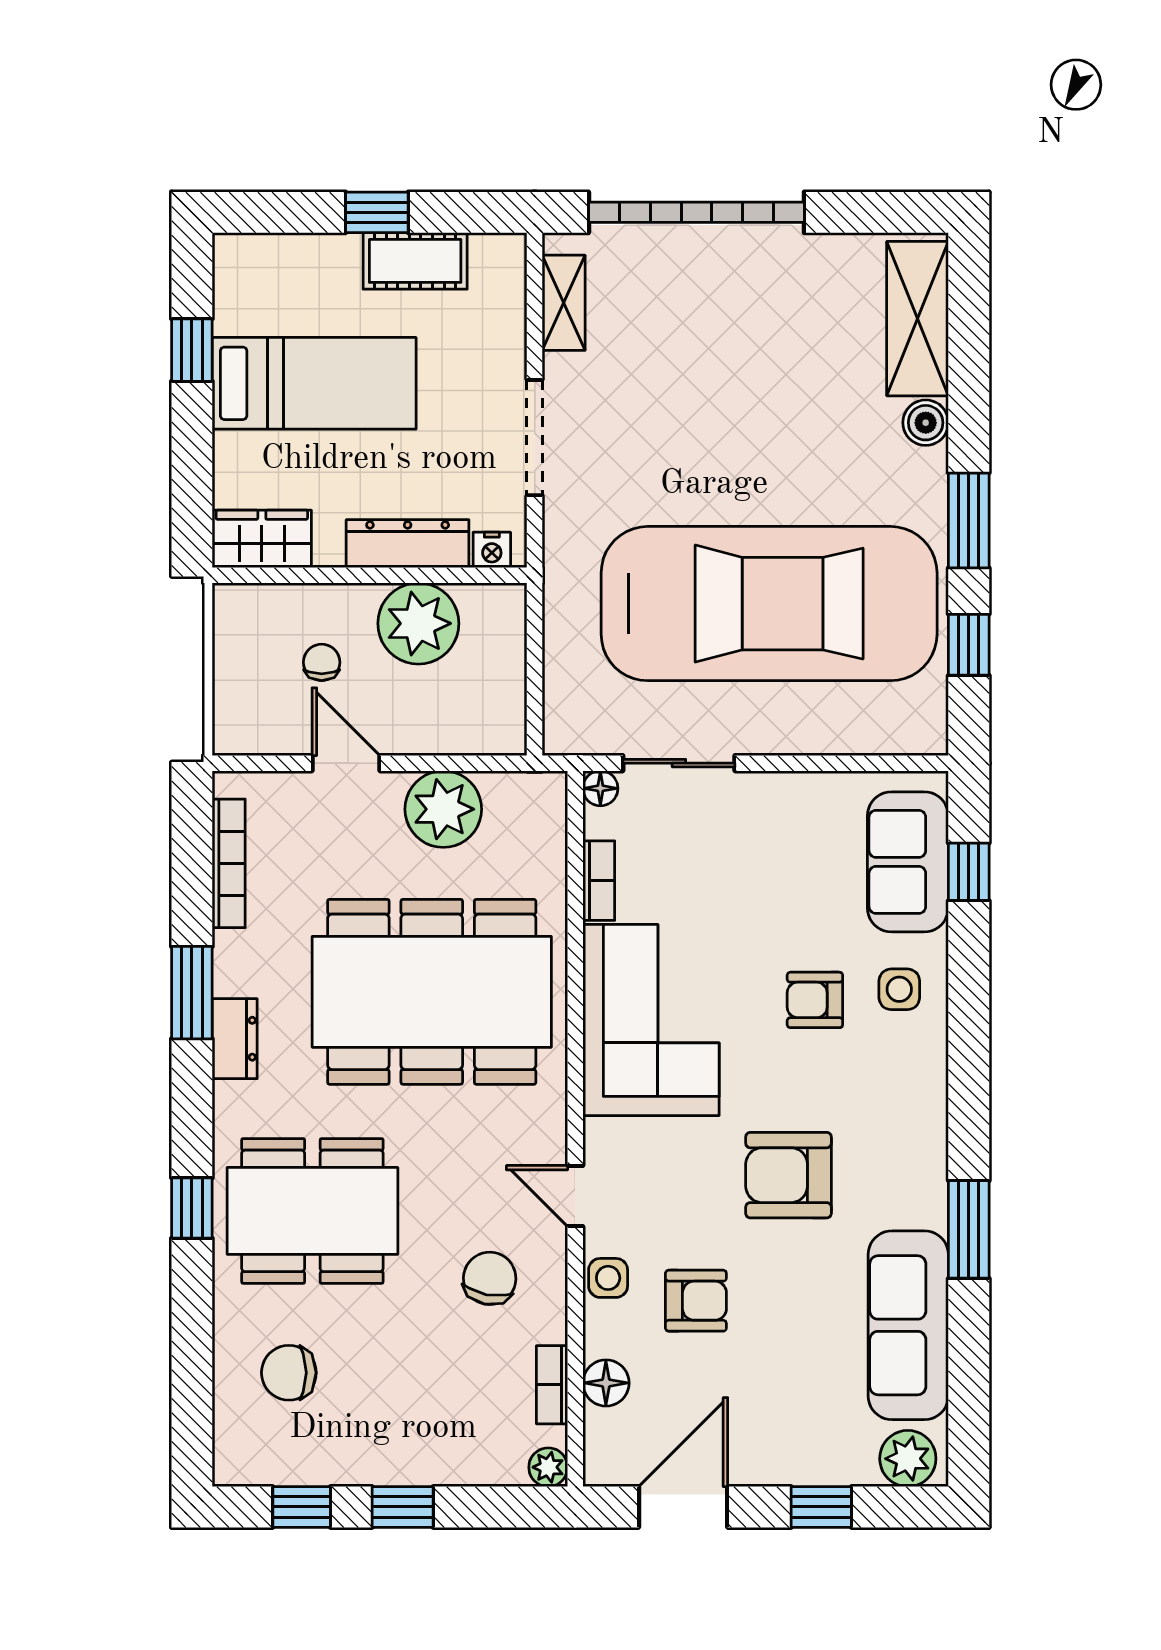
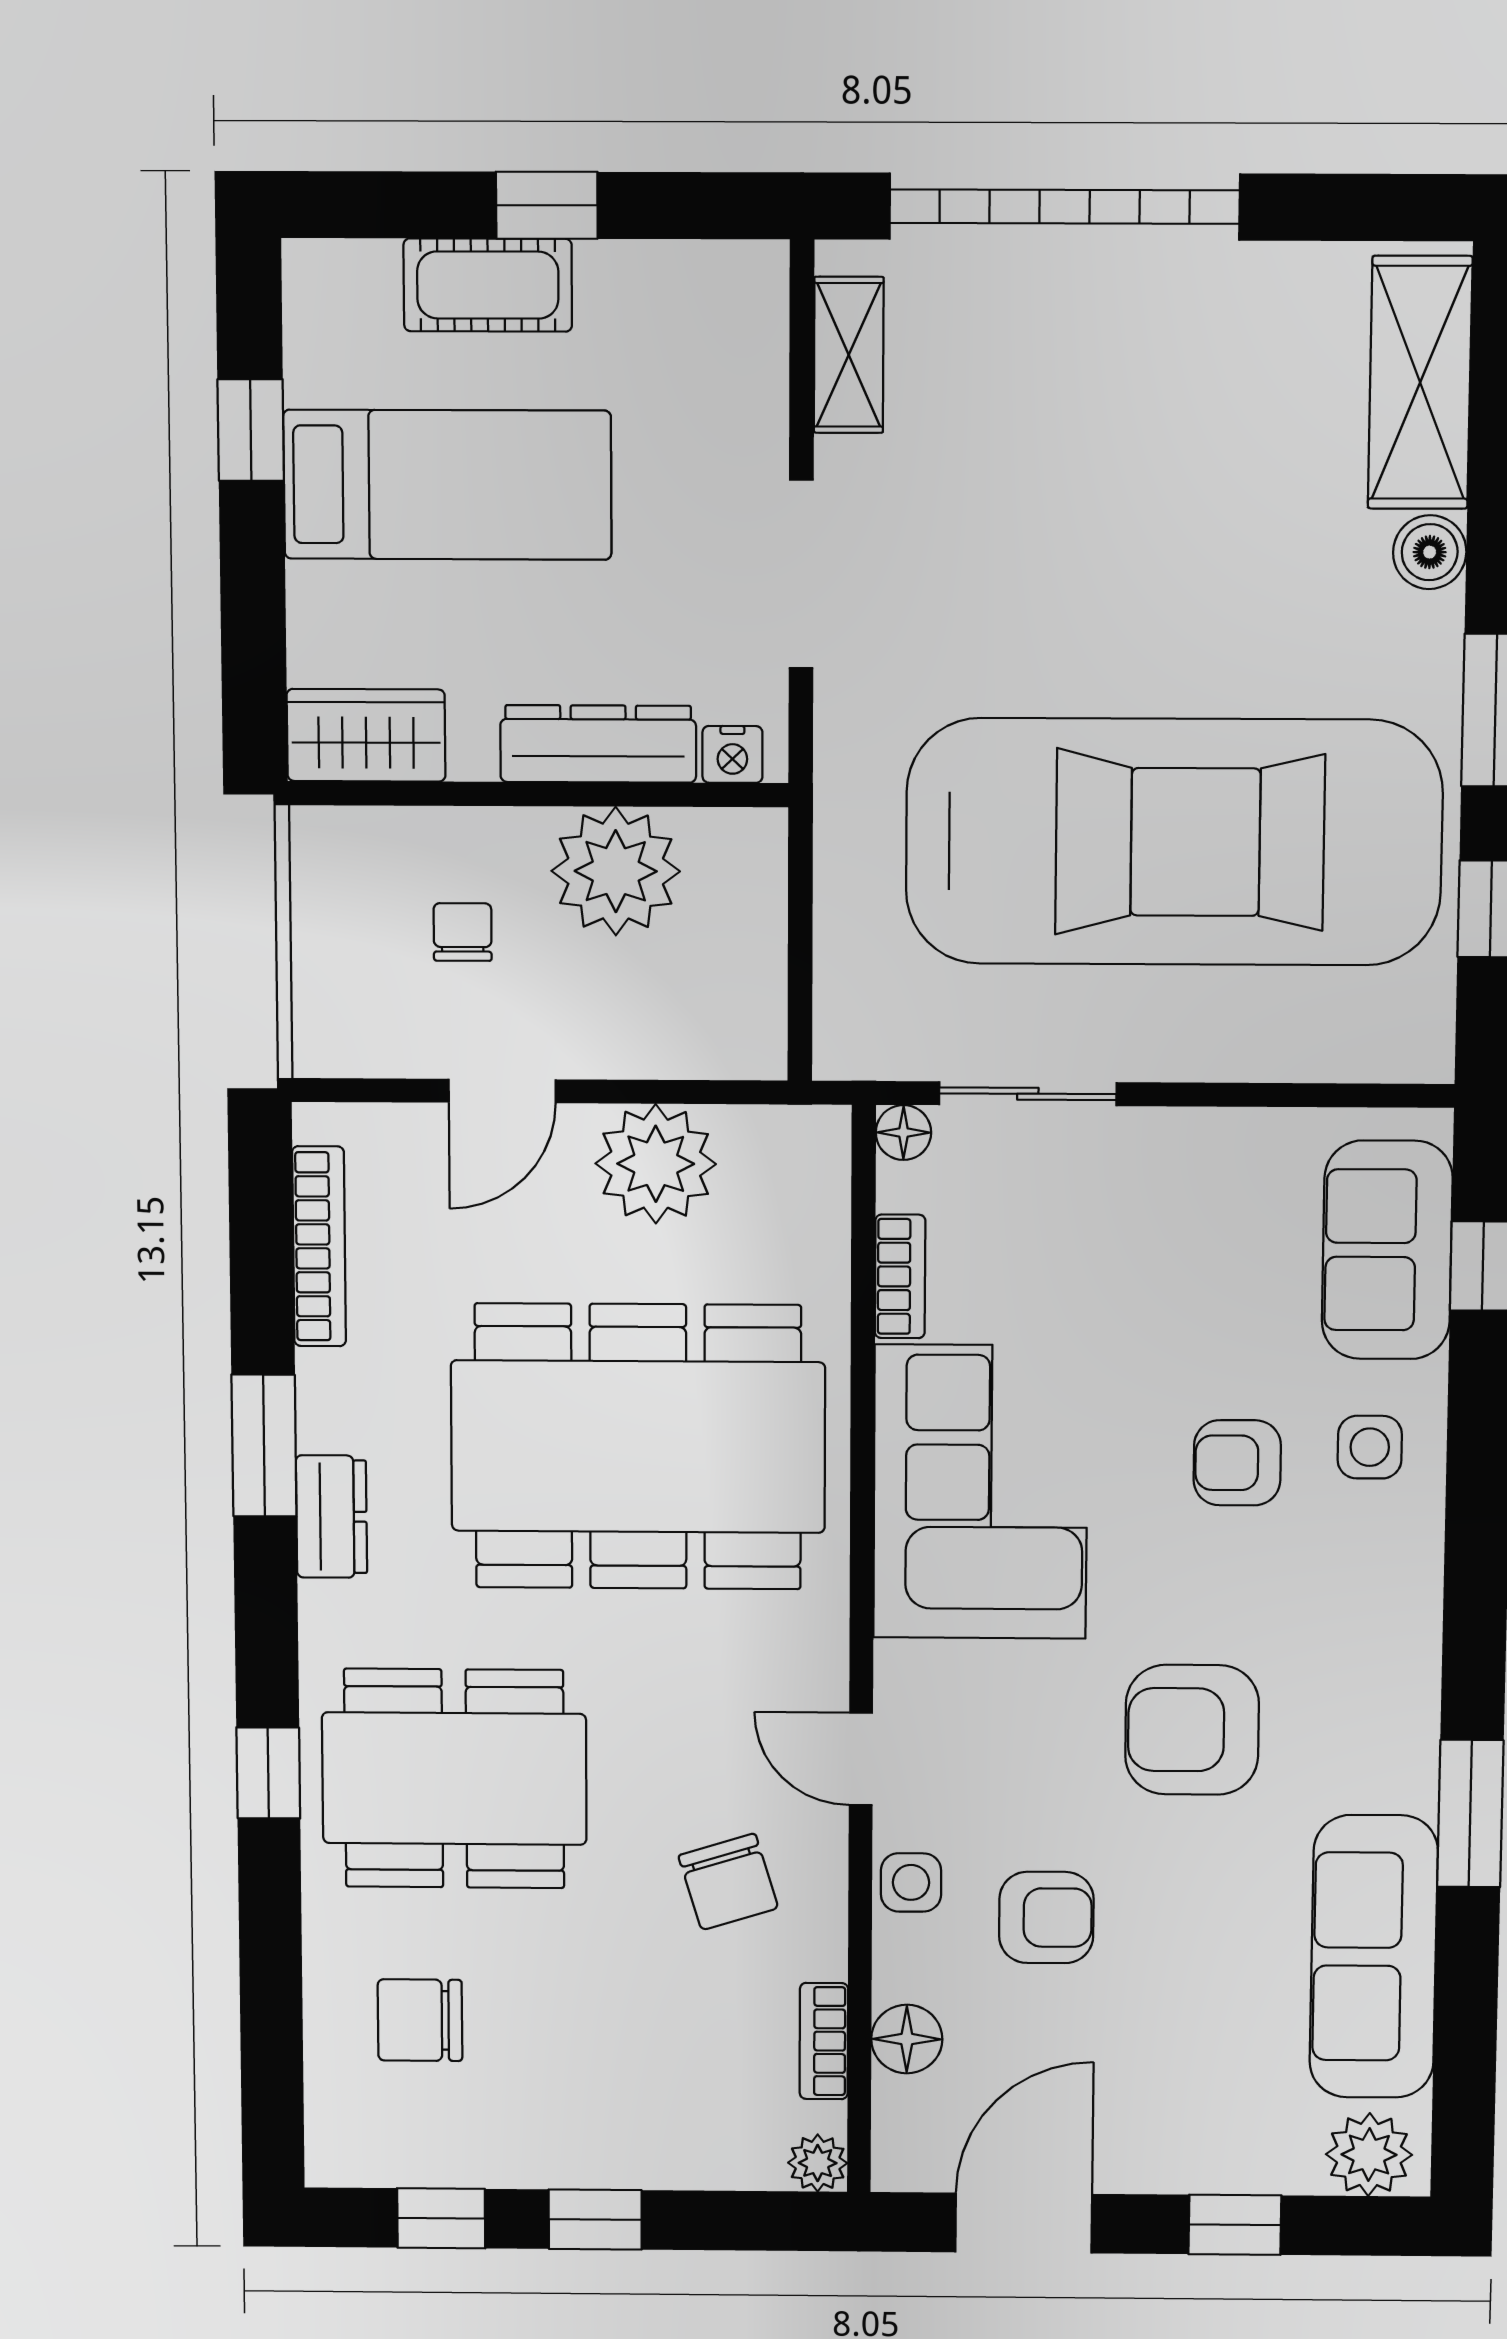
cot: (415, 261) -> (488, 285), moved
door: (346, 763) -> (502, 1091), swing flipped
chair: (490, 1278) -> (728, 1882), turned 152

